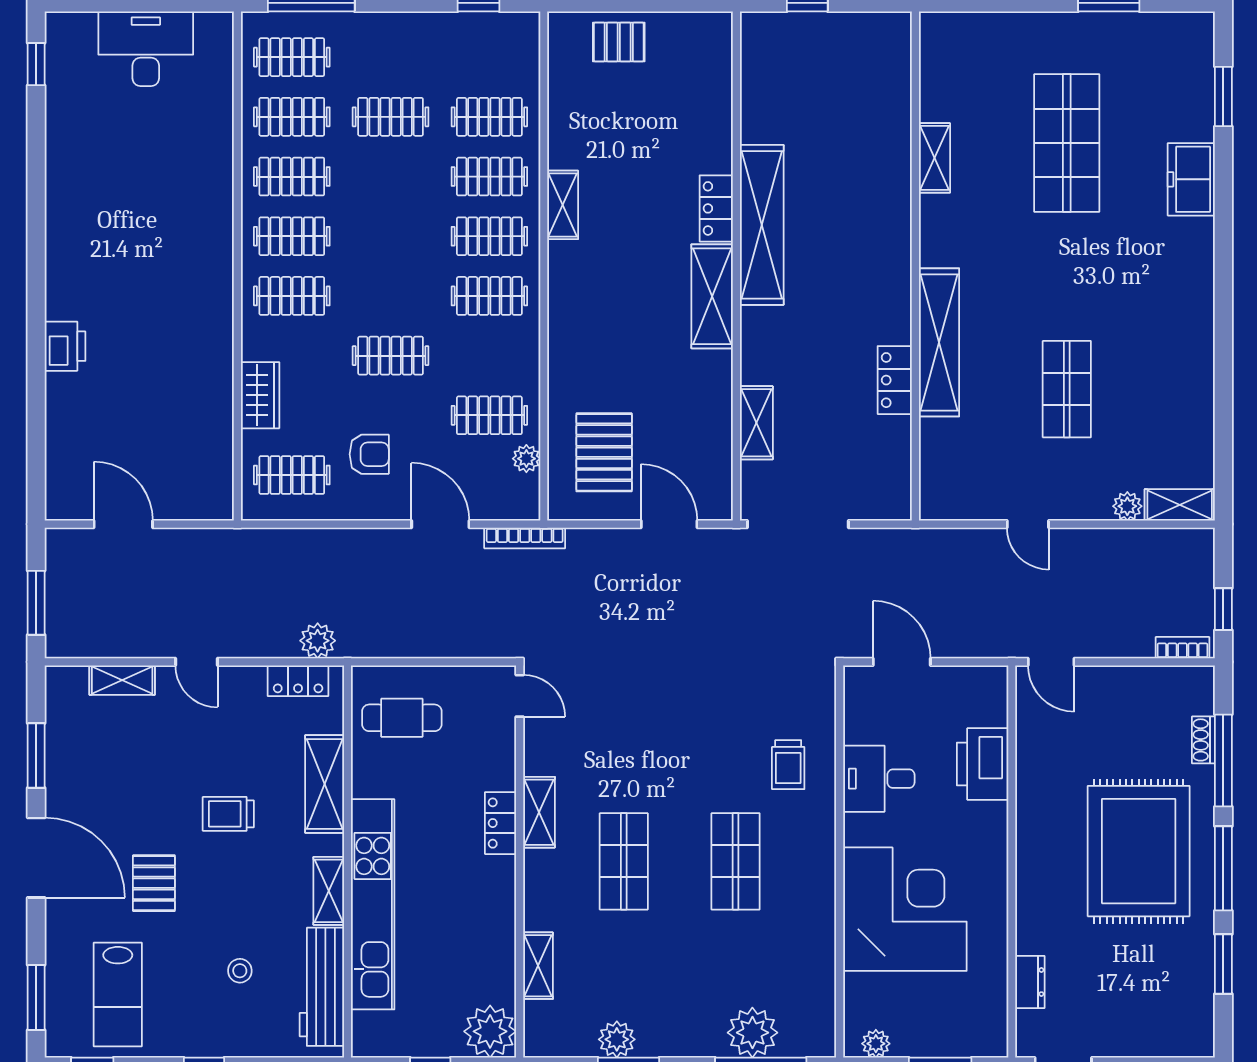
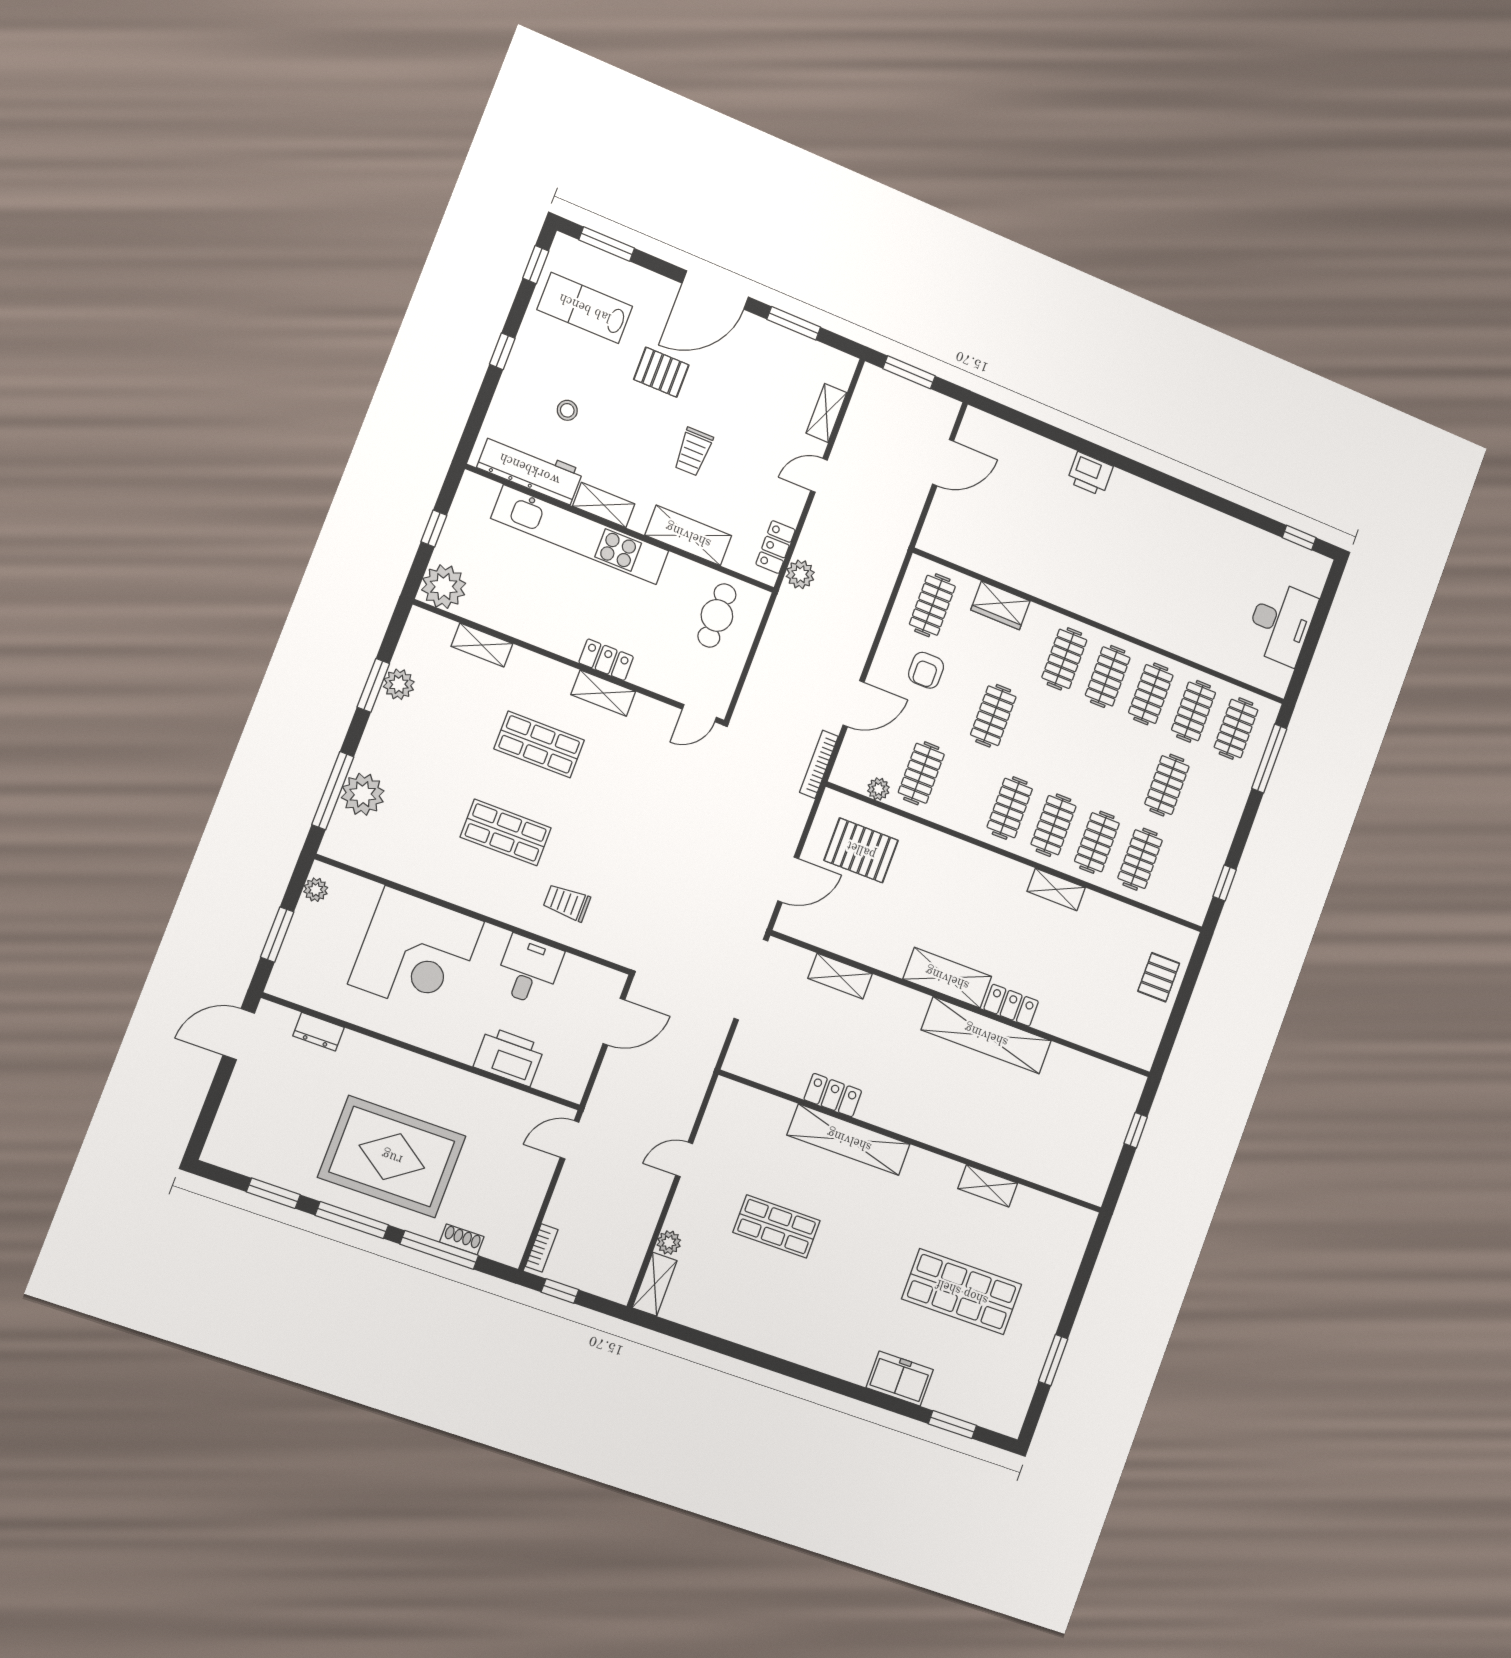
trolley: (228, 814) -> (693, 452), turned 180

